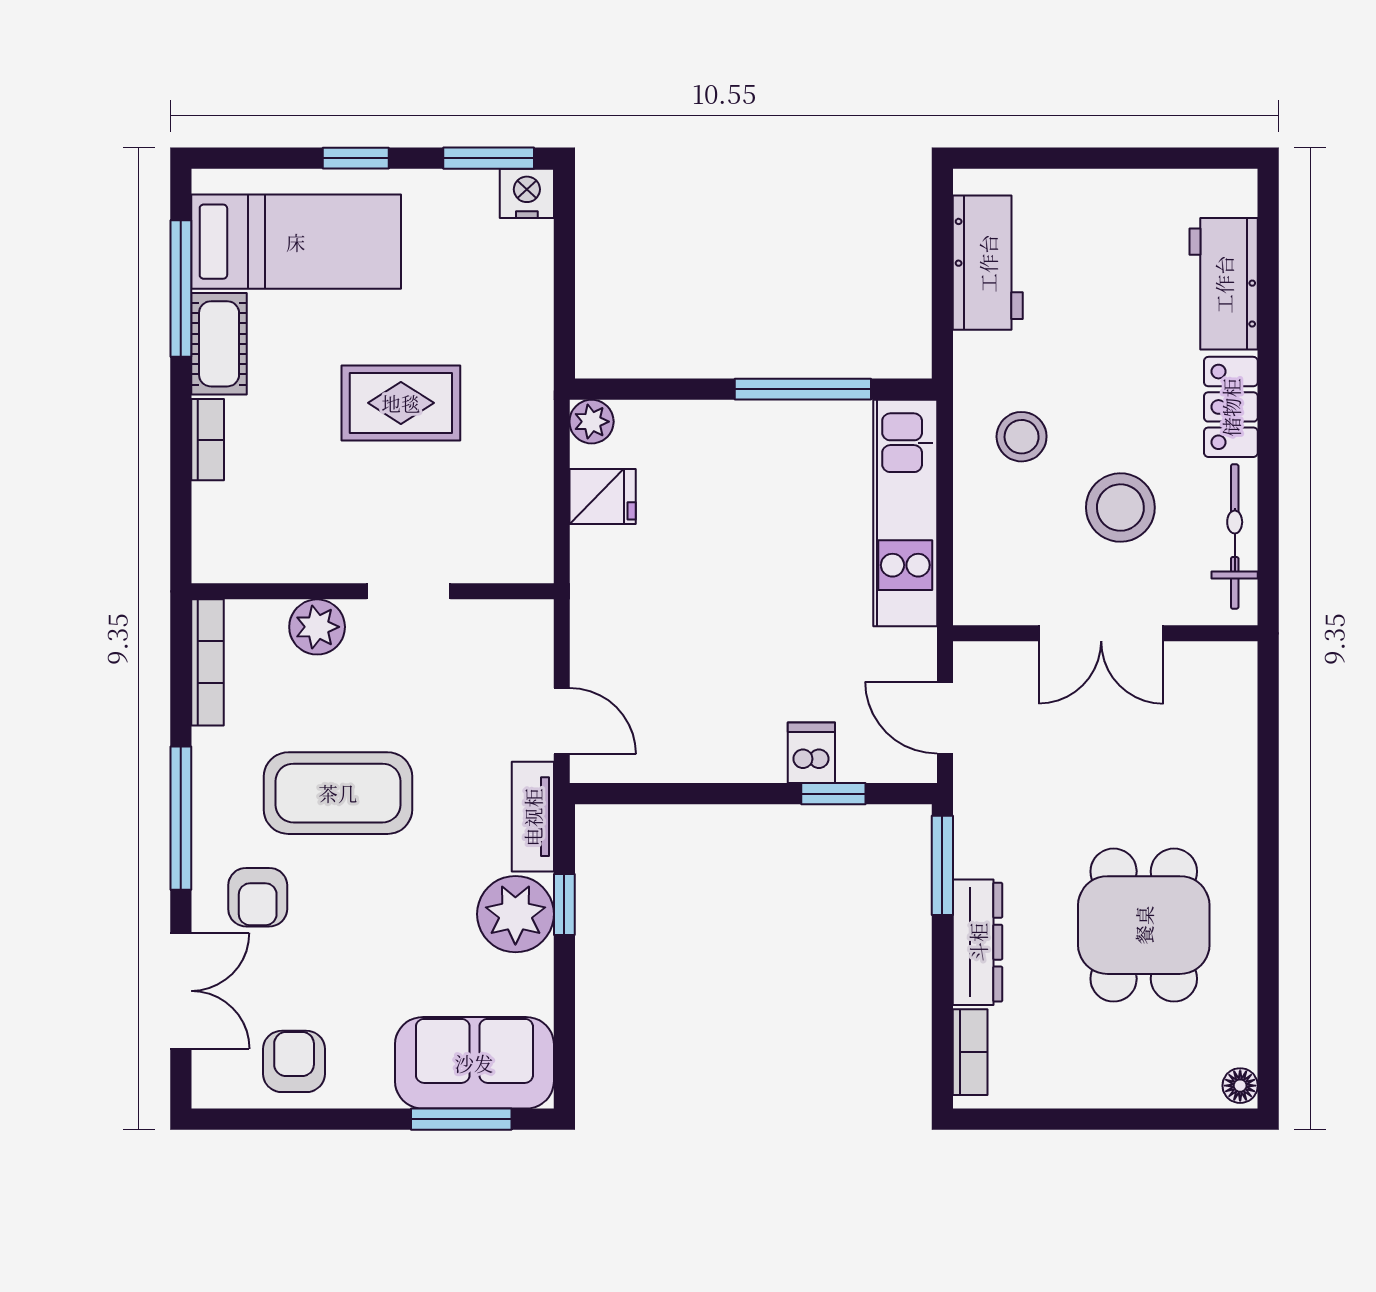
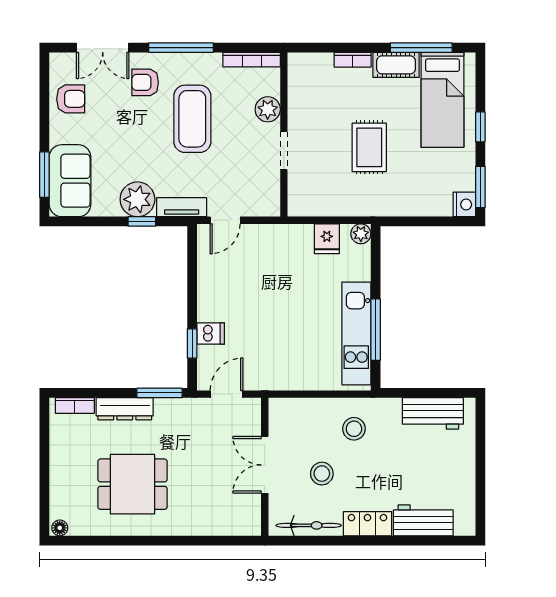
stool: (1120, 508) -> (322, 474), width x0.73, depth x0.73
kitchen unit: (905, 513) -> (356, 333), moved, turned -90

